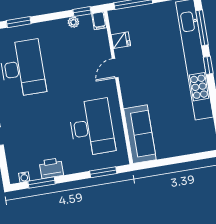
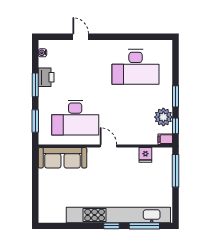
window: (19, 22) -> (175, 96), moved
plant: (73, 22) -> (163, 117), width x1.88, depth x1.88
door: (115, 68) -> (108, 146), moved
window: (42, 183) -> (35, 85), moved

